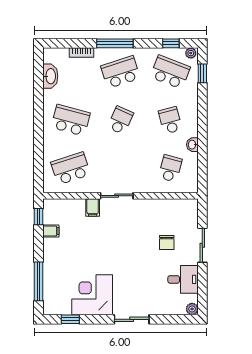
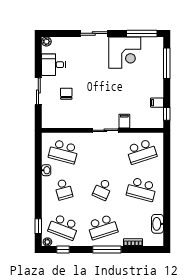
school desk: (170, 168) -> (64, 152), width x1.85
window: (70, 319) -> (142, 33), width x2.17

